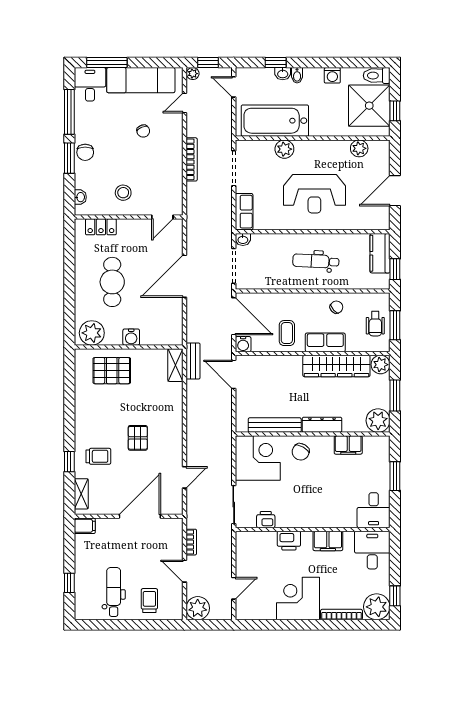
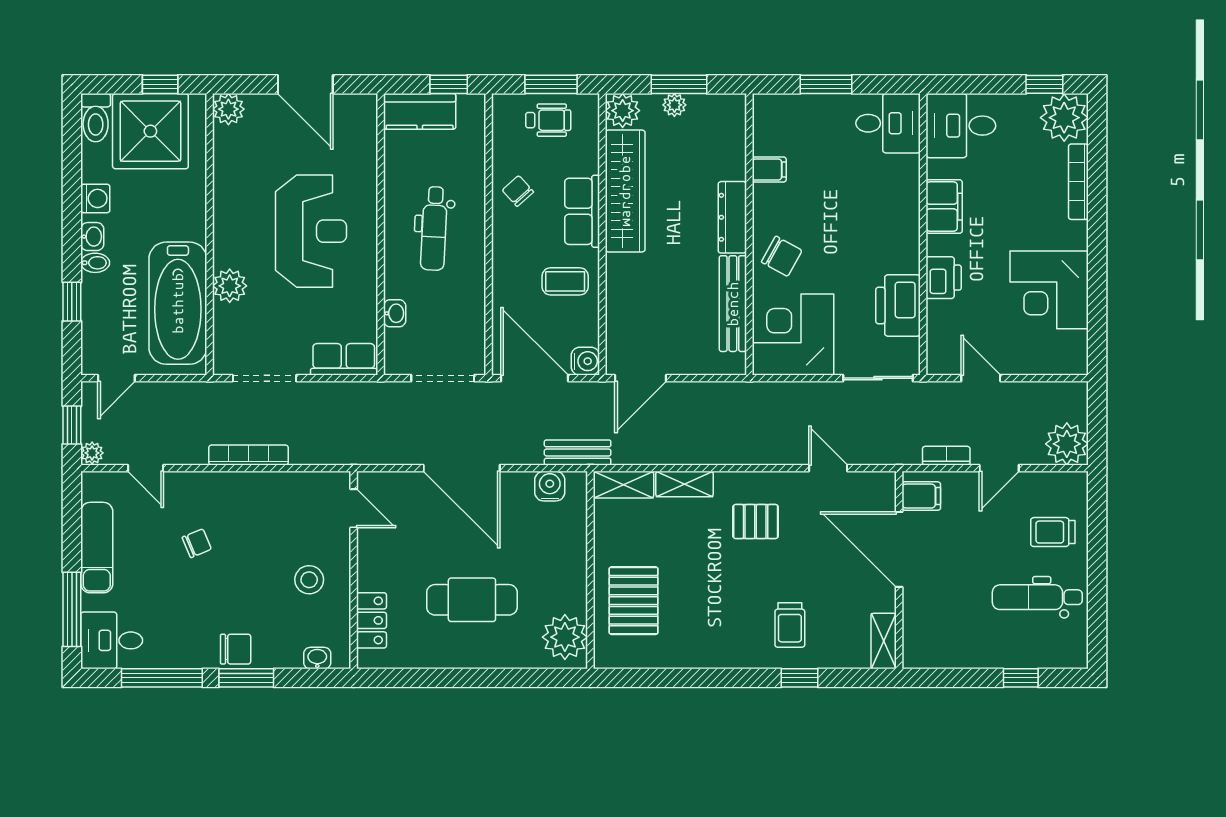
washbasin: (283, 74) -> (92, 237), moved
exam couch: (141, 80) -> (97, 548), width x0.73, depth x0.69
plant: (359, 148) -> (228, 109), moved
washbasin: (243, 240) -> (395, 313), moved
door: (234, 316) -> (535, 378), hinge flipped
water cooler: (131, 337) -> (550, 486), moved, turned -90
bench: (193, 361) -> (578, 452), moved
shelving: (176, 399) -> (685, 484), added
plant: (378, 421) -> (674, 105), moved, width x0.53, depth x0.53
pallet: (138, 438) -> (756, 522), moved
filing cabinet: (348, 445) -> (769, 170), width x0.50
trolley: (98, 456) -> (790, 625), turned 180
shelving: (81, 494) -> (884, 641), moved, turned 90
printer: (266, 520) -> (898, 306), width x1.87, depth x1.48
filing cabinet: (85, 526) -> (921, 496), moved, turned 90
door: (234, 588) -> (981, 378), moved
corner desk: (298, 598) -> (1049, 290), moved

